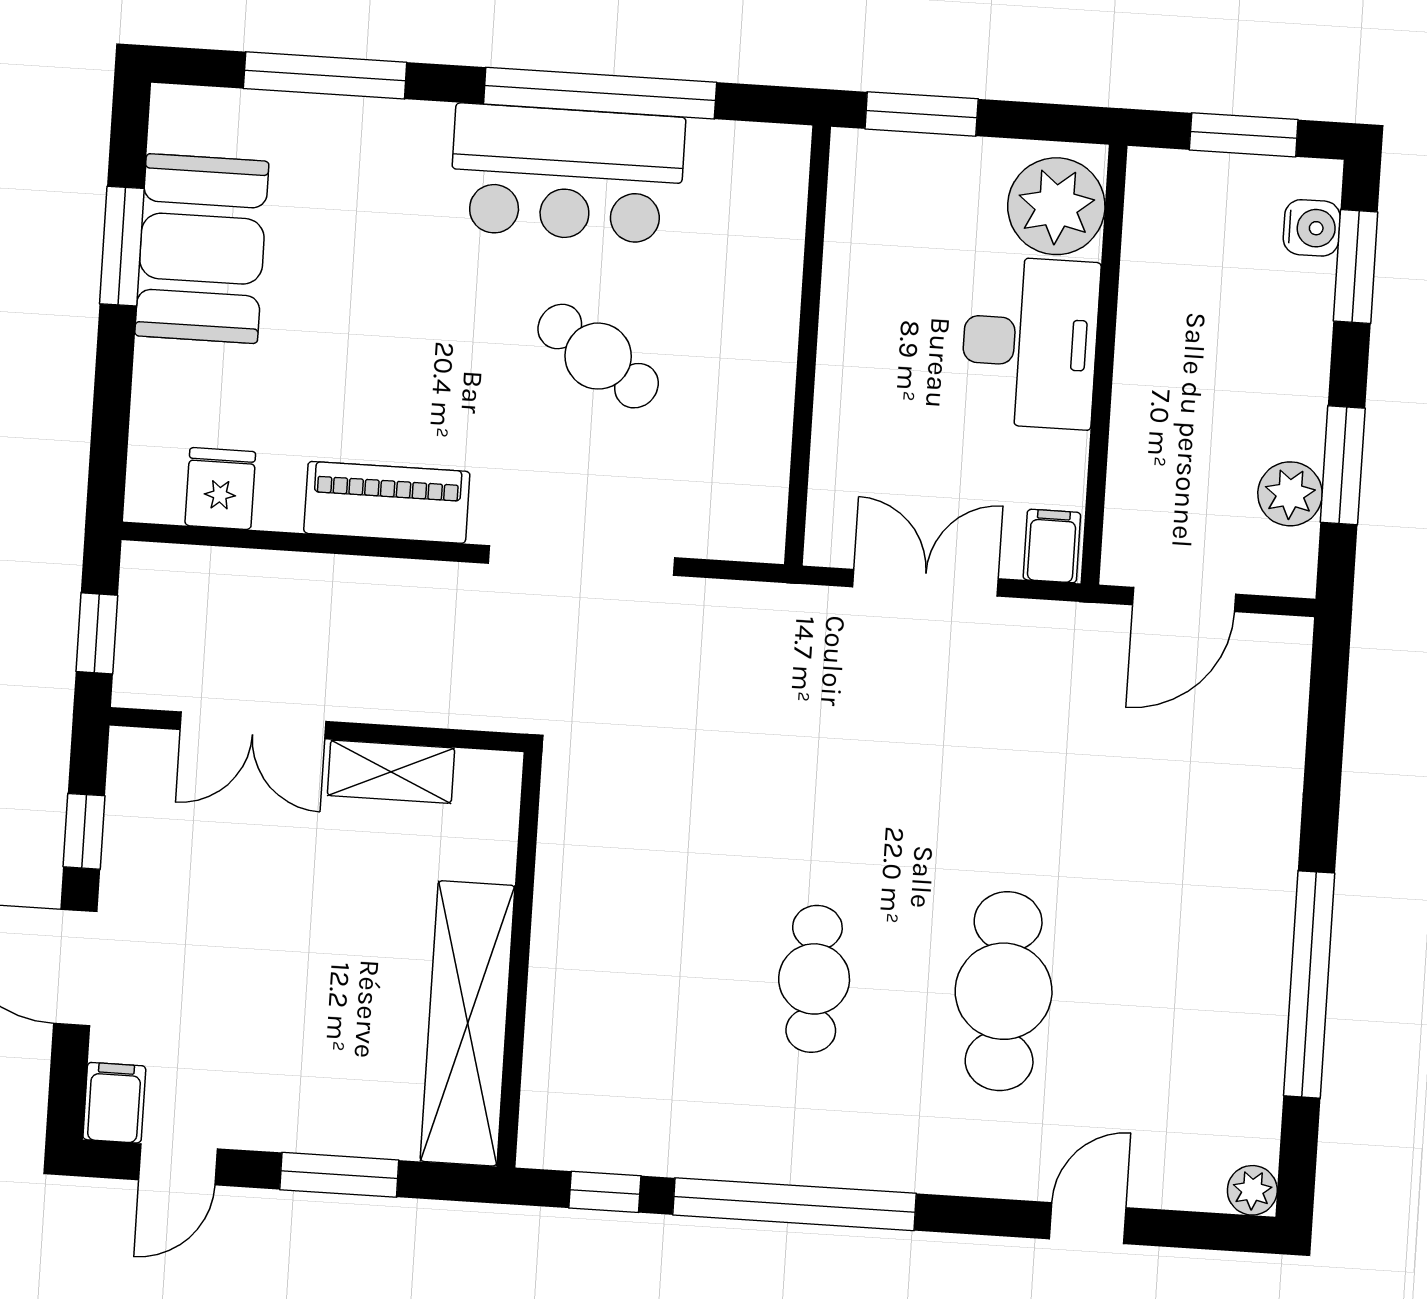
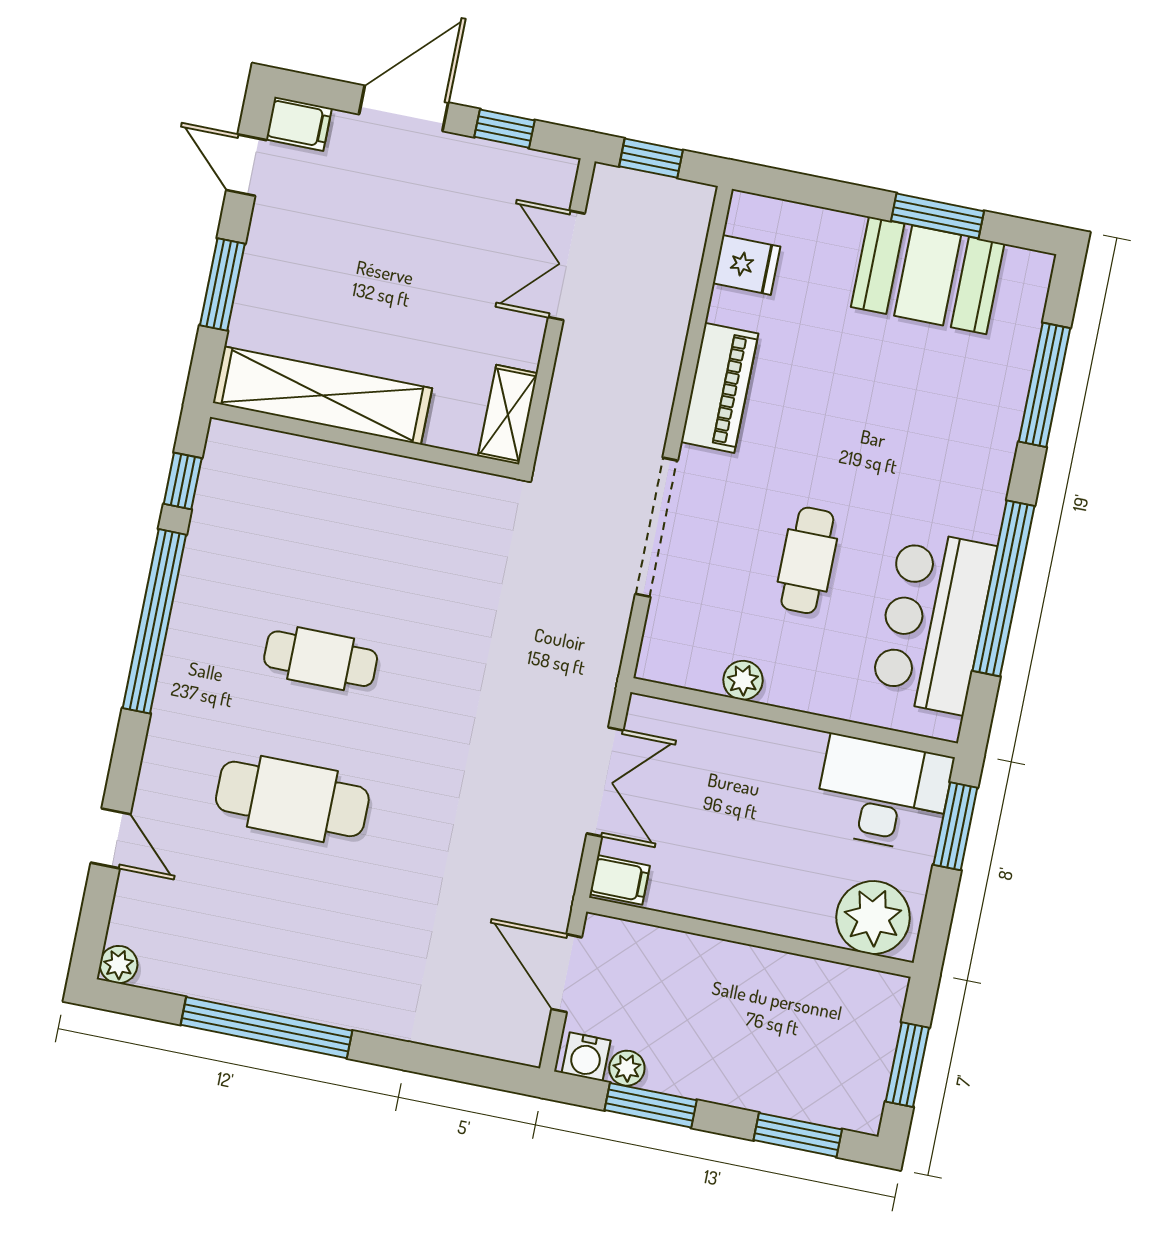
bar counter: (567, 174) -> (933, 622), moved
water cooler: (1312, 228) -> (586, 1057), moved
desk: (1030, 342) -> (883, 794), moved, turned 180
cafe table: (598, 356) -> (807, 560), turned -34
plant: (767, 419) -> (743, 680), added
plant: (1290, 494) -> (627, 1068), width x0.73, depth x0.73
shelving: (391, 772) -> (508, 415), moved

